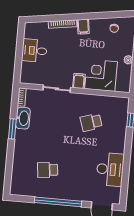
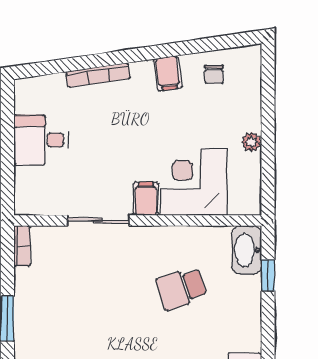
filing cabinet: (83, 27) -> (168, 73), moved
washbasin: (23, 118) -> (247, 250), moved, turned 180

